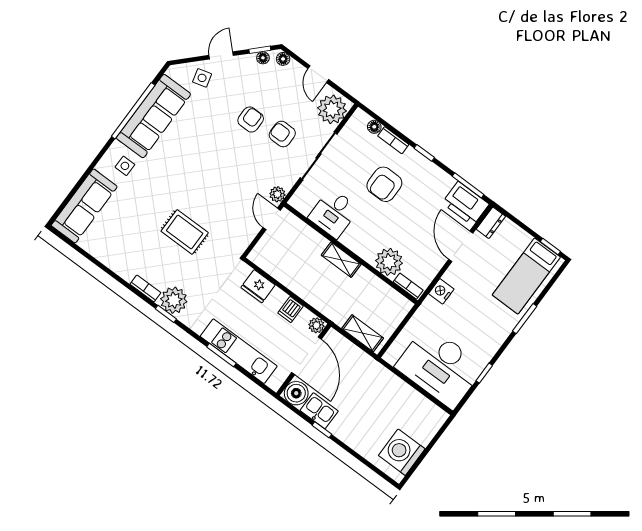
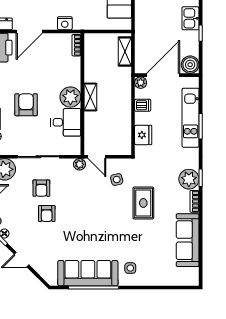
side table: (202, 78) -> (117, 179), moved
armchair: (251, 119) -> (47, 213), turned -90
armchair: (384, 184) -> (26, 105), turned -90
sofa: (84, 206) -> (188, 240), moved, turned -90
door: (272, 219) -> (97, 157), hinge flipped
plant: (389, 262) -> (70, 97), moved
kitchen sink: (319, 411) -> (190, 18), moved

